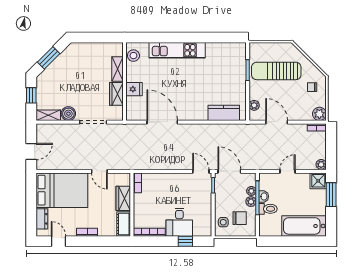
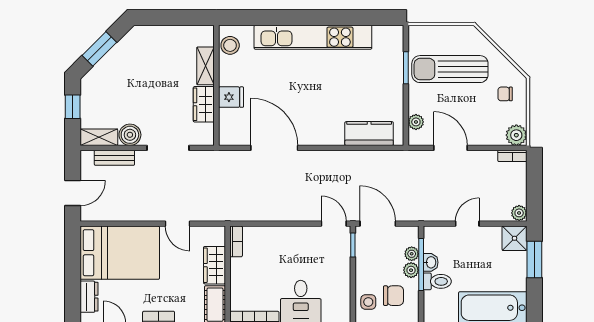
kitchen unit: (177, 50) -> (313, 37), width x1.36
bench: (58, 129) -> (114, 158), added

